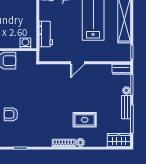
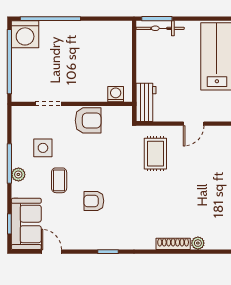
workbench: (46, 34) -> (146, 102), moved
rug: (85, 120) -> (155, 154), moved, turned 90

